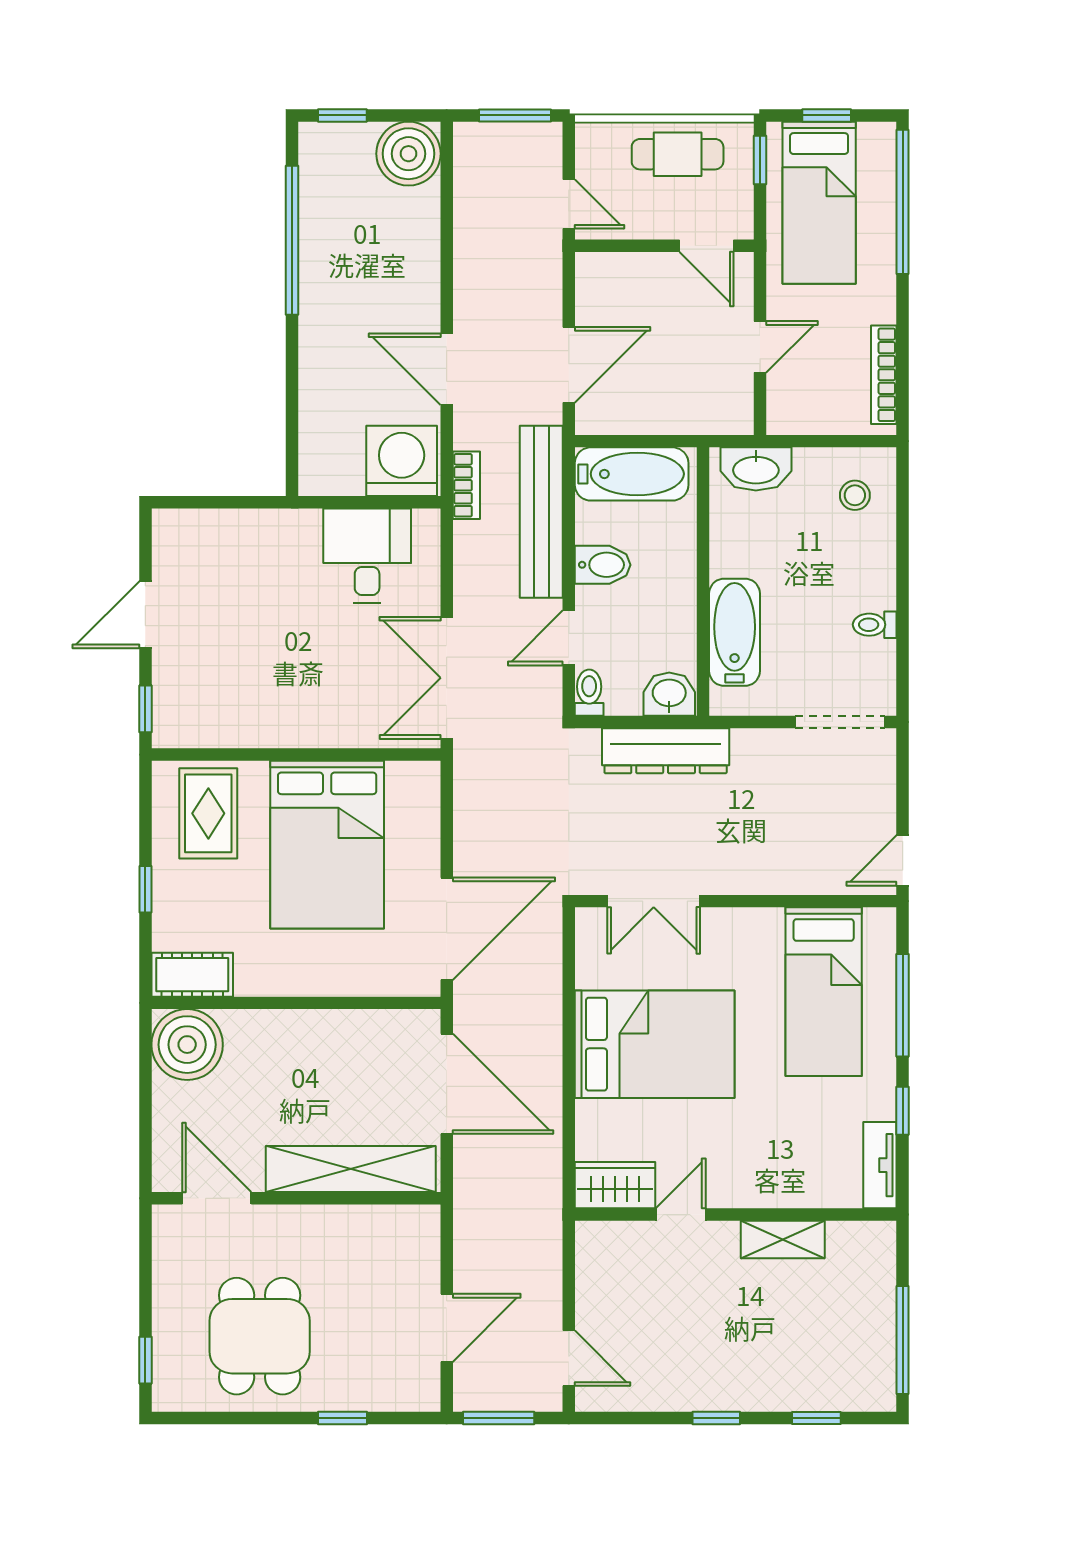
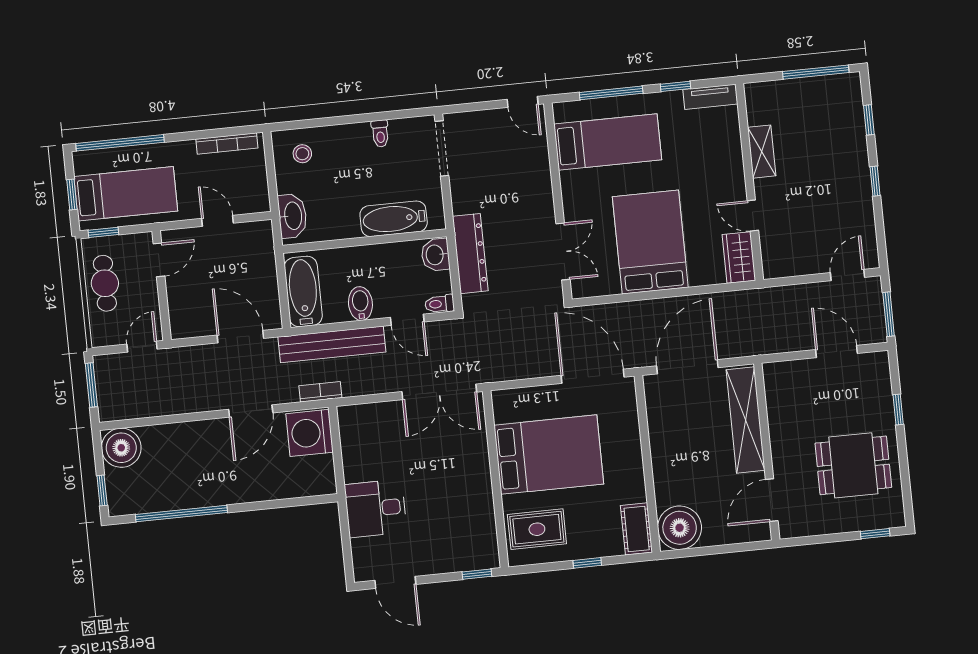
desk: (367, 555) -> (376, 508), moved
door: (145, 615) -> (395, 582), moved

